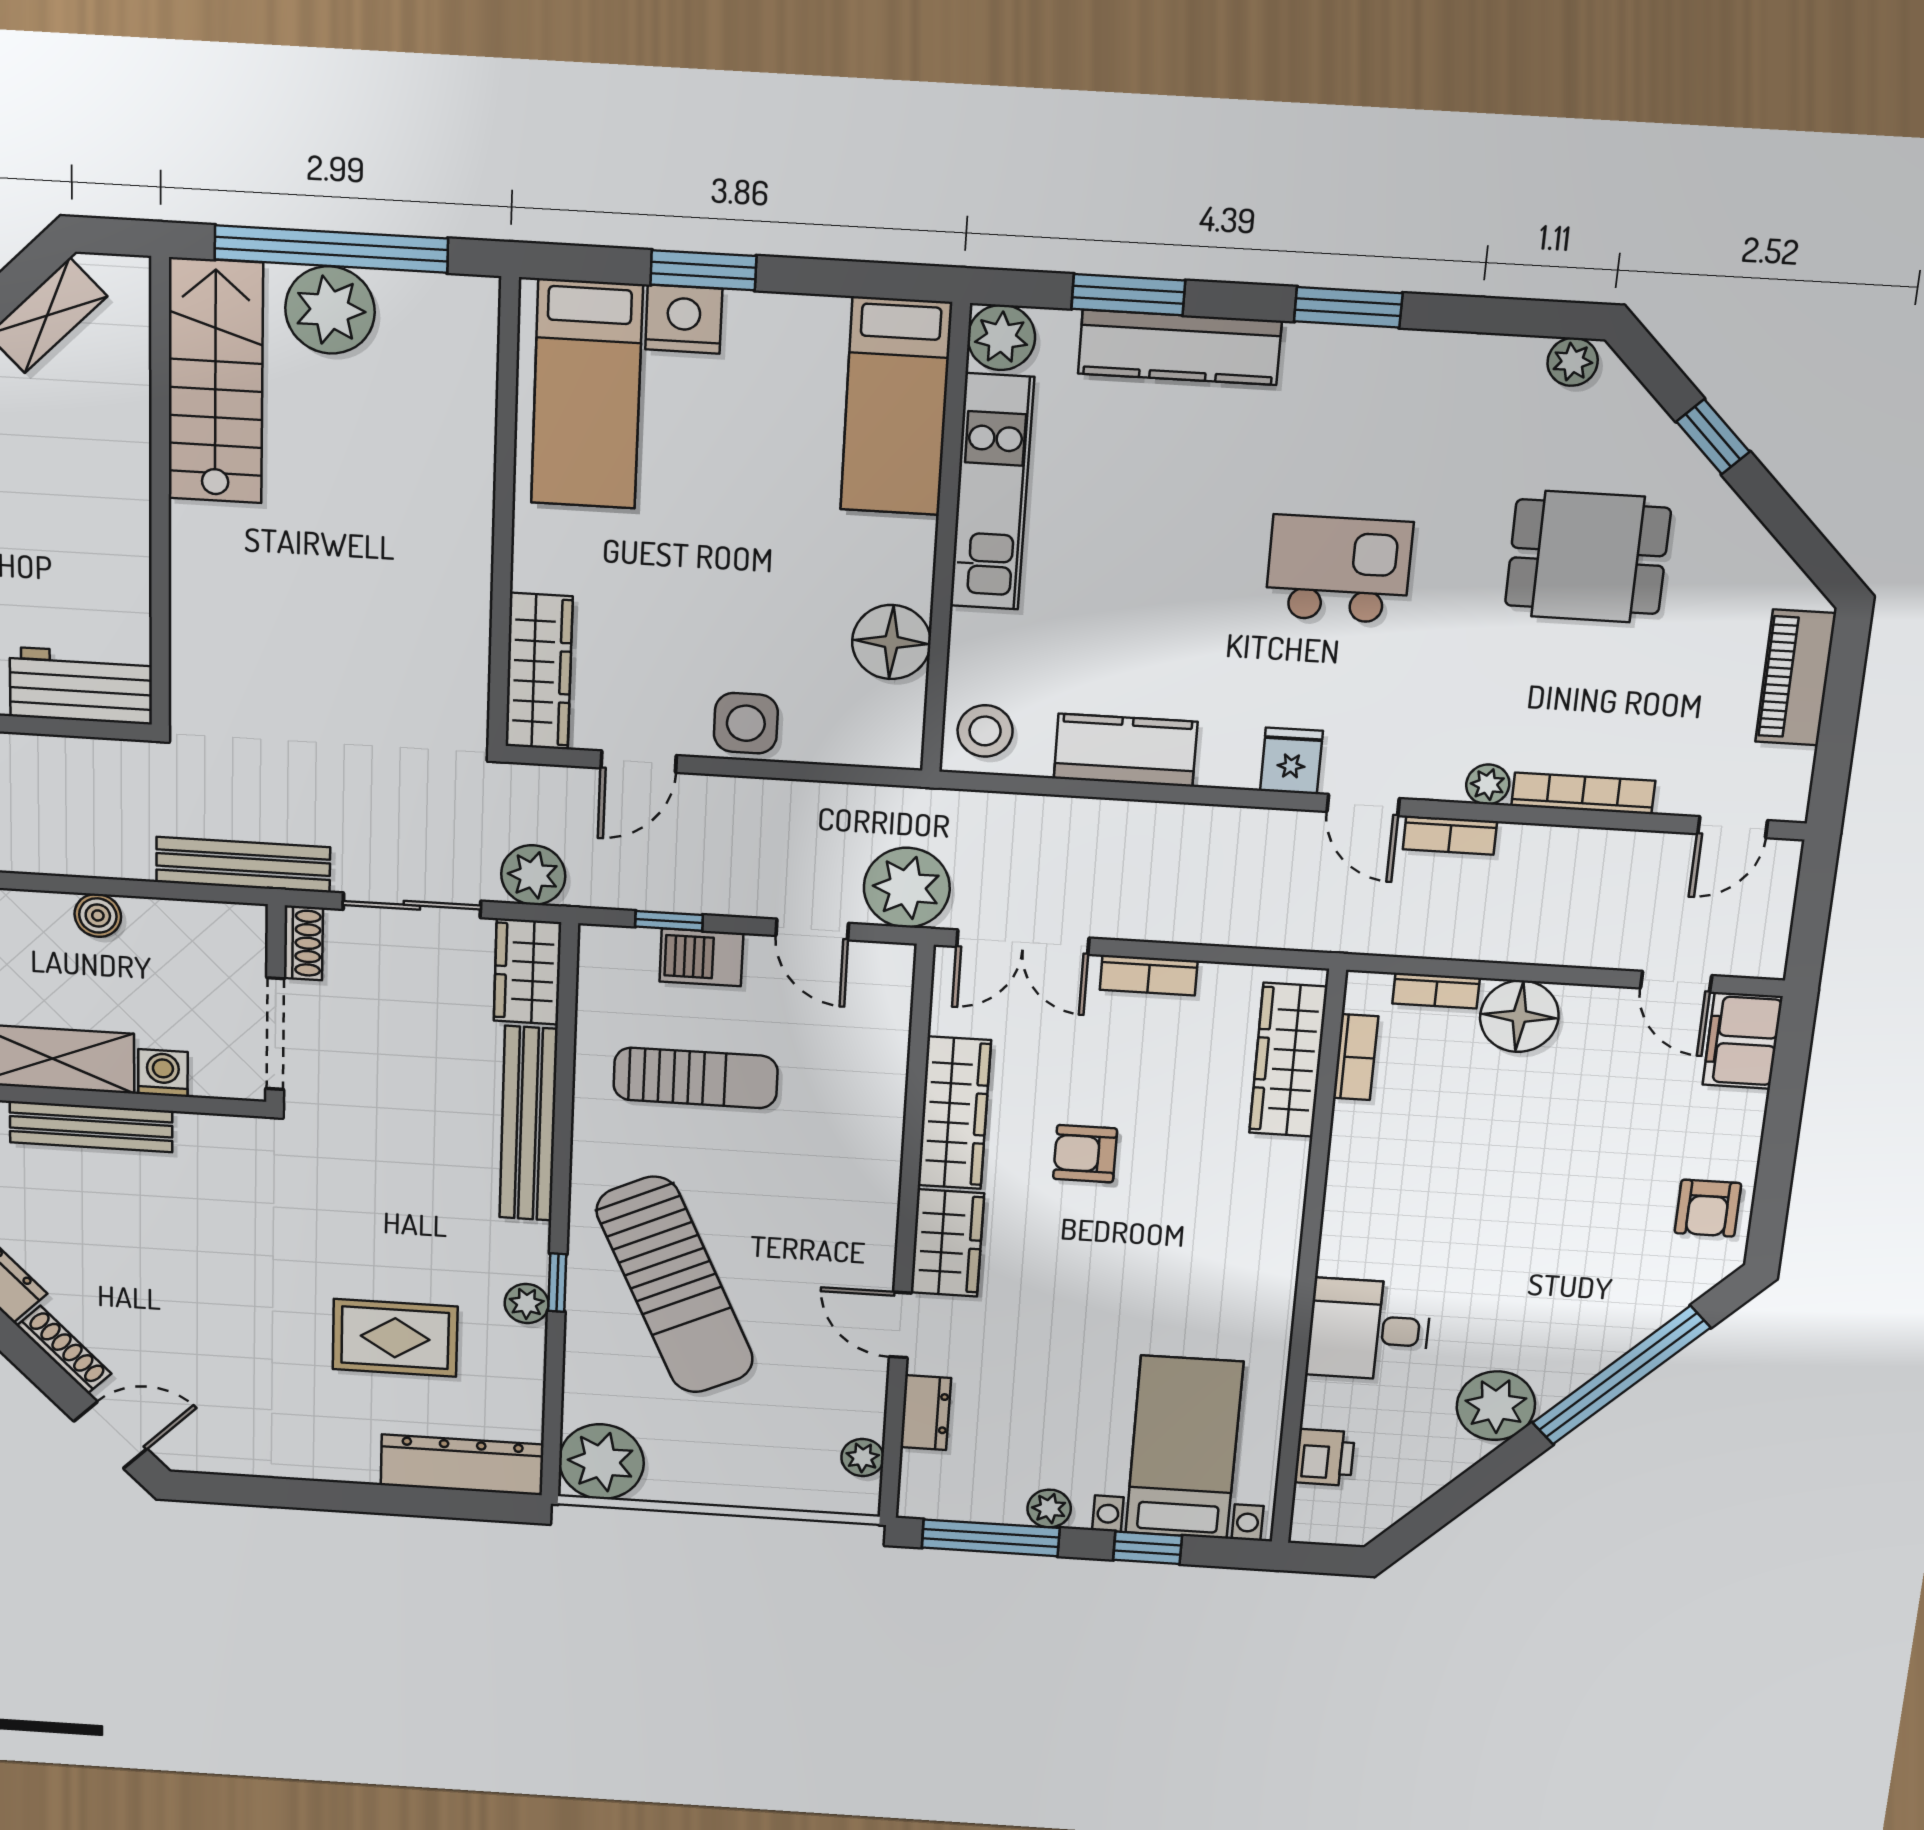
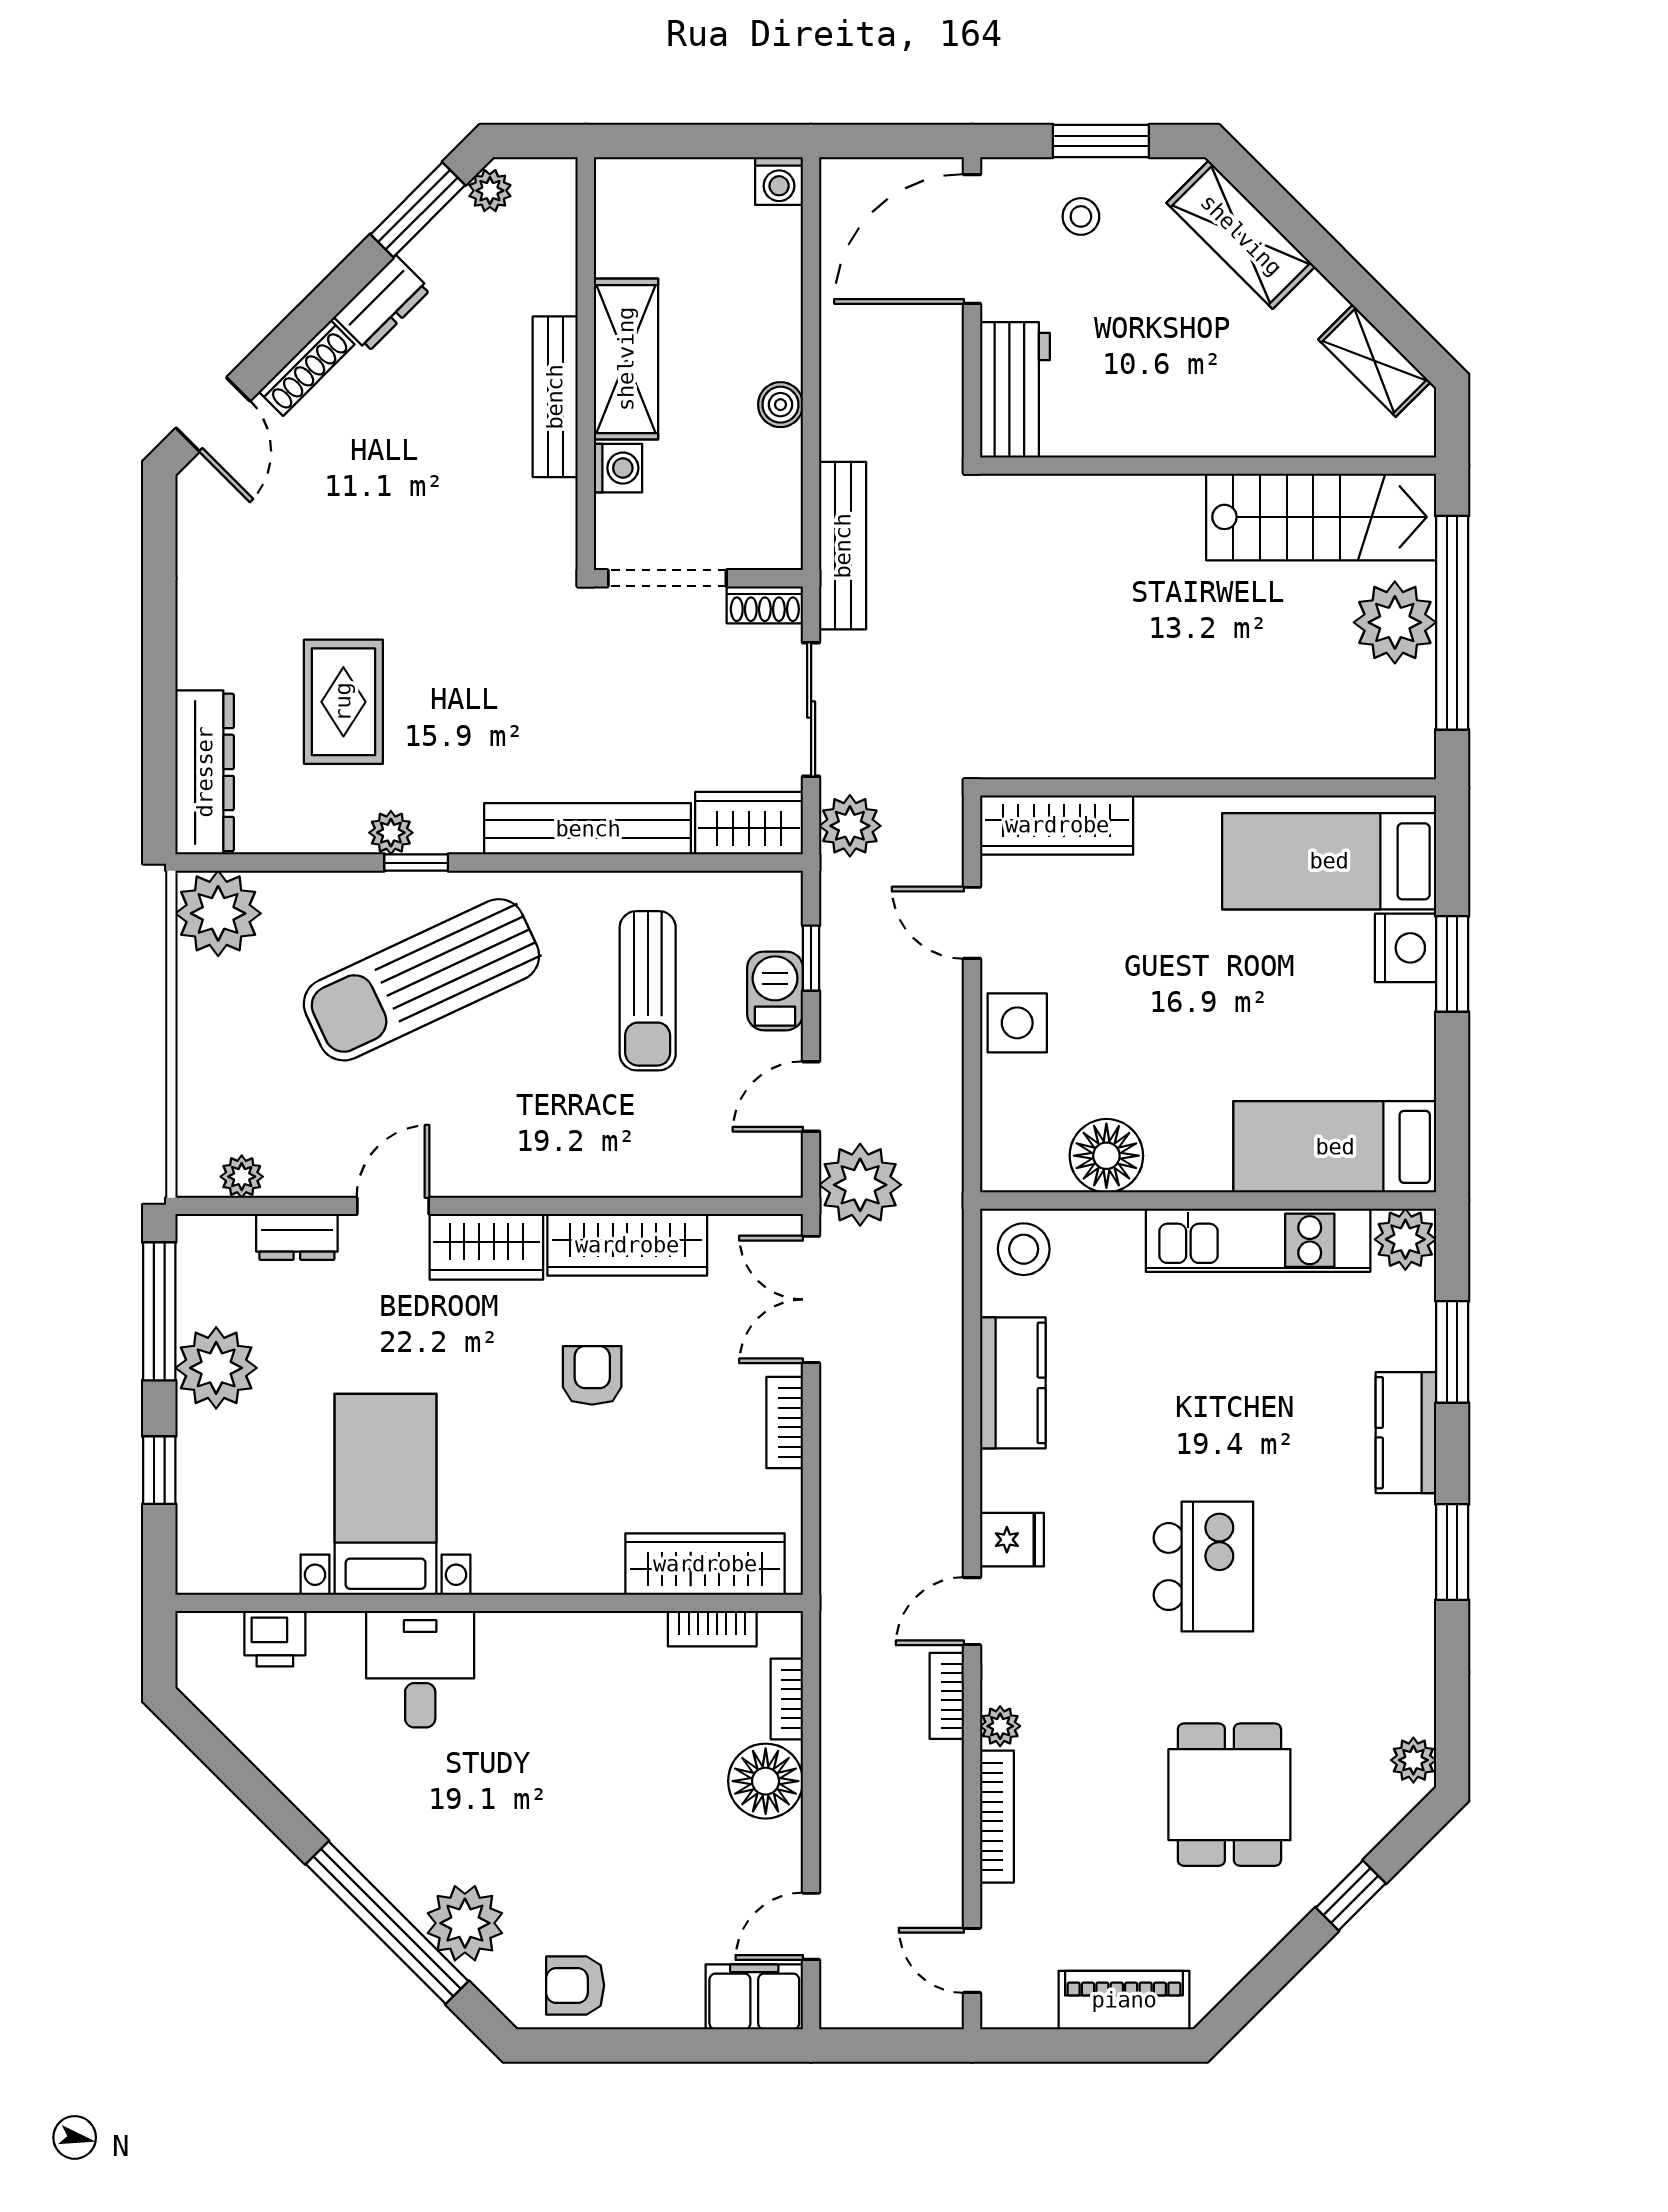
kitchen counter: (1180, 347) -> (1406, 1433), width x0.67
plant: (1496, 1406) -> (465, 1923), moved
bed with nightstands: (1184, 1448) -> (386, 1494), moved, turned -90
plant: (1049, 1508) -> (216, 1368), width x1.88, depth x1.88

